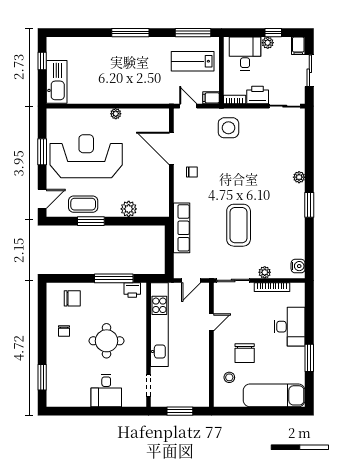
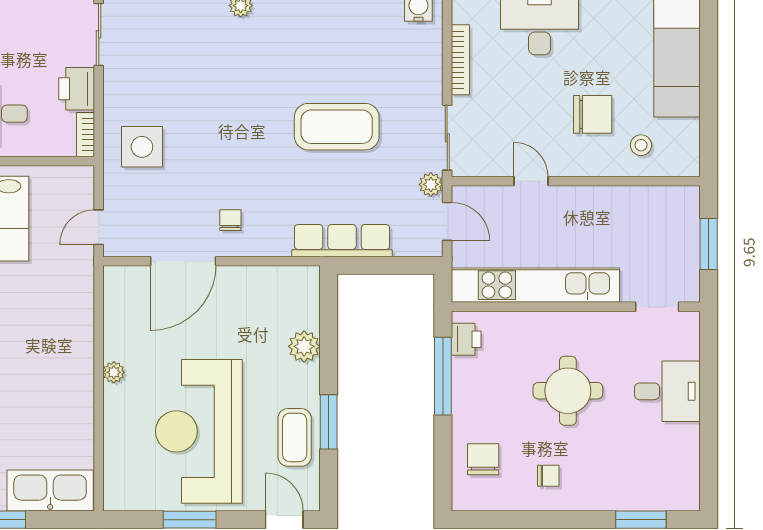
filing cabinet: (211, 98) -> (82, 182), removed
plant: (265, 272) -> (431, 184), moved

